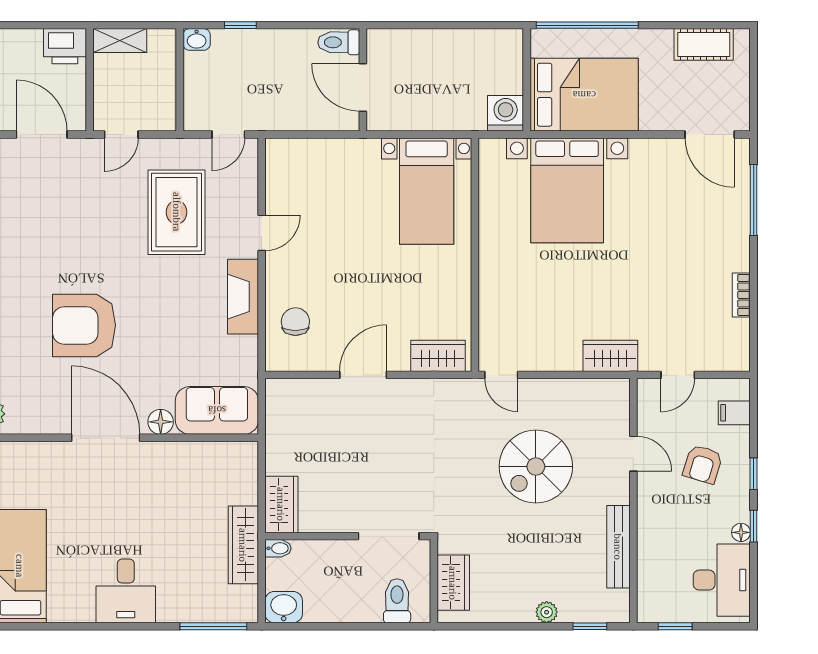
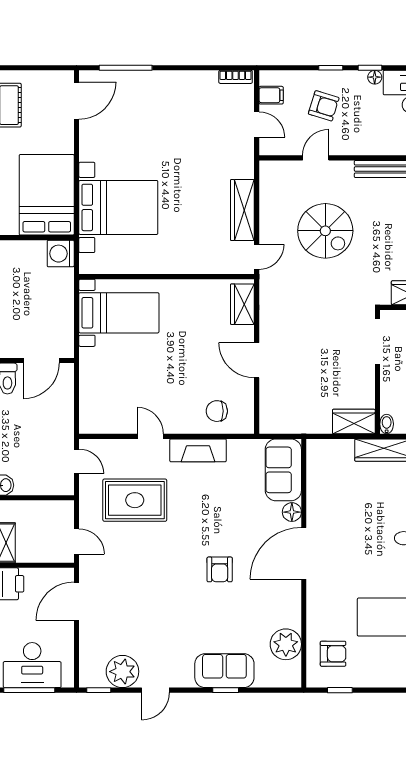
bookcase: (741, 295) -> (236, 77), moved
armchair: (84, 325) -> (220, 569), width x0.53, depth x0.53
wardrobe: (610, 356) -> (242, 210), moved, width x1.50
filing cabinet: (734, 413) -> (271, 95), moved, turned -90

